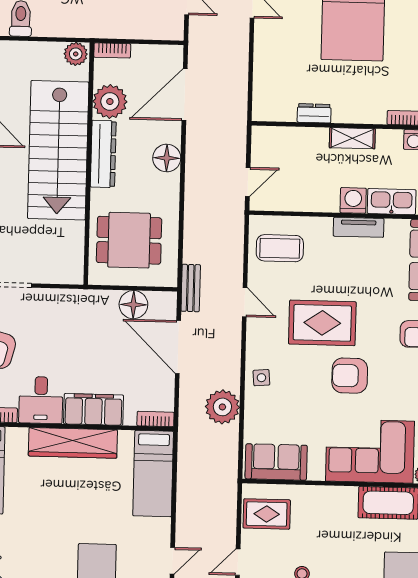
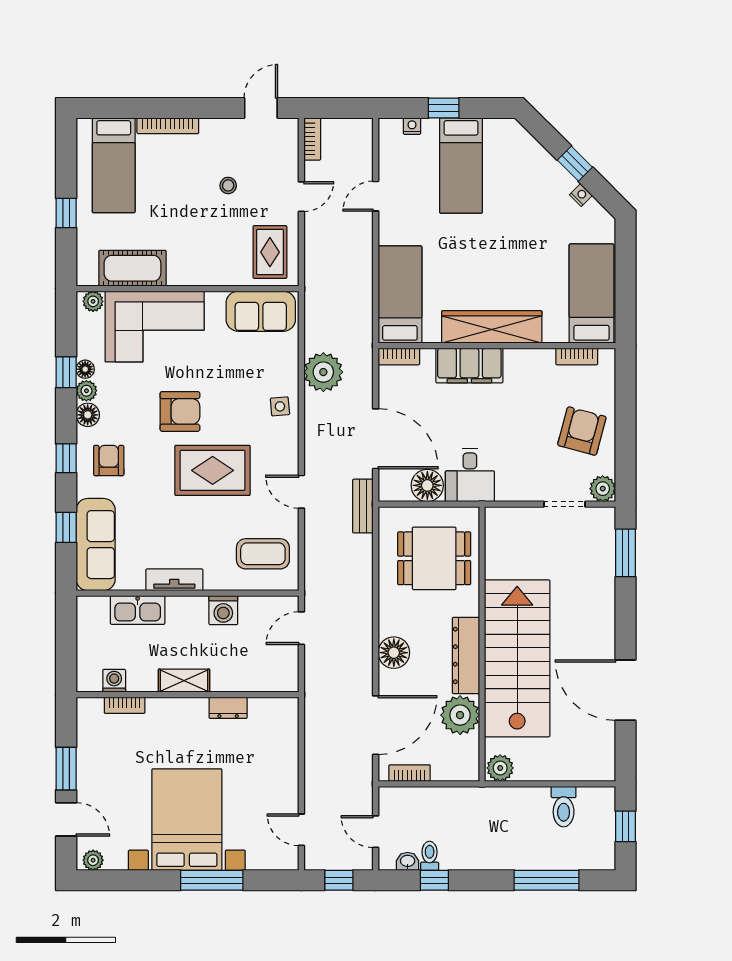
bookcase: (112, 50) -> (410, 773), moved
washing machine: (353, 200) -> (223, 610), moved
desk: (41, 400) -> (470, 475), moved, turned 180
rug: (267, 514) -> (270, 252), turned 90

